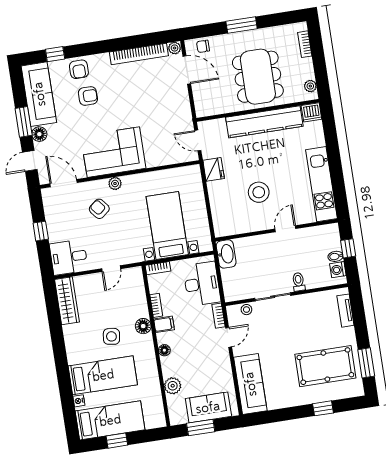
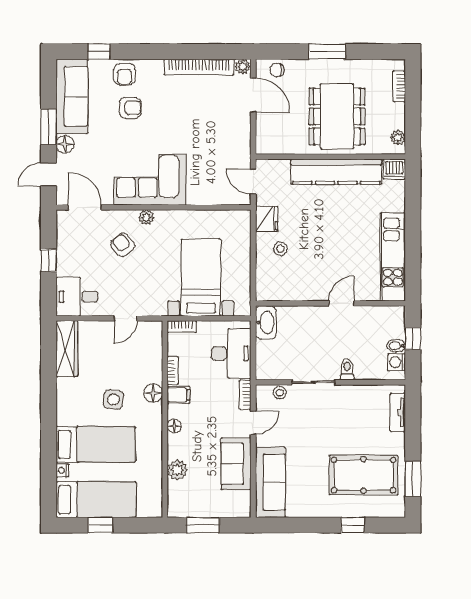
stool: (259, 192) -> (280, 249), moved, width x0.53, depth x0.53
sofa: (208, 407) -> (236, 464), moved, turned -90

